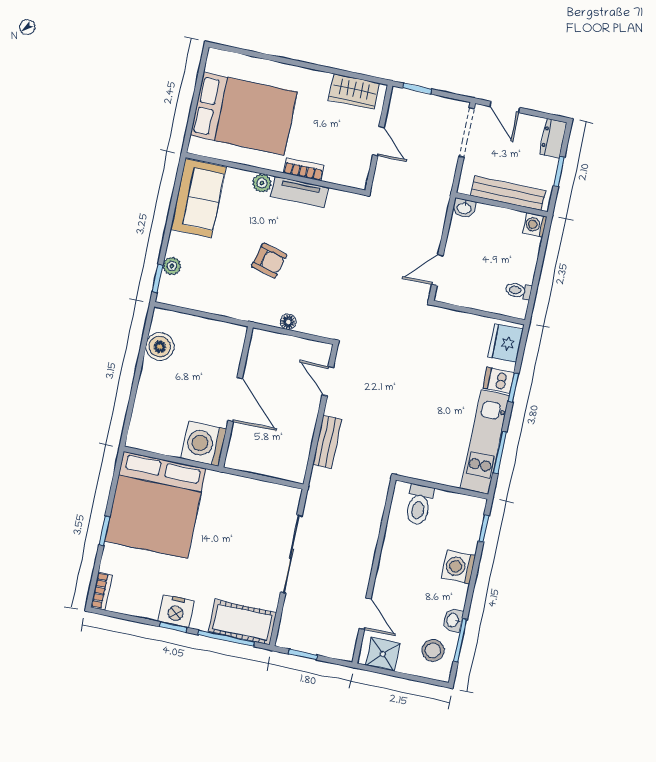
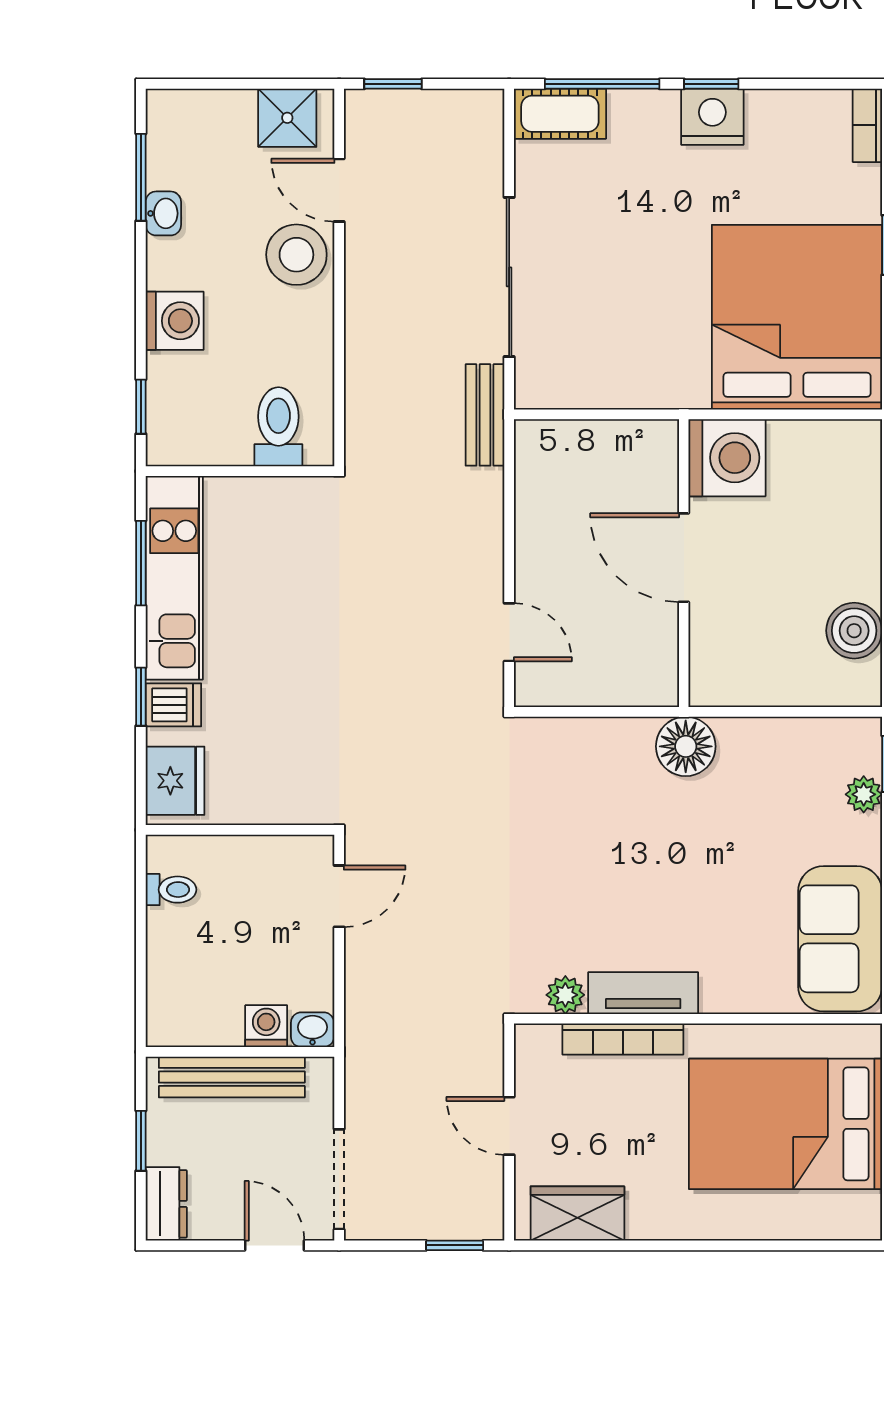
bookcase: (303, 169) -> (623, 1039), width x1.56
plant: (262, 183) -> (565, 995), moved
washing machine: (535, 225) -> (266, 1026), moved, turned -90
armchair: (269, 261) -> (674, 845), removed
floor lamp: (288, 322) -> (686, 746), moved, width x1.89, depth x1.89
bench: (327, 442) -> (485, 415), moved
cot: (242, 622) -> (560, 114), width x0.73, depth x0.75
stool: (433, 650) -> (296, 255), moved, width x1.38, depth x1.38
window: (303, 654) -> (393, 84), moved

